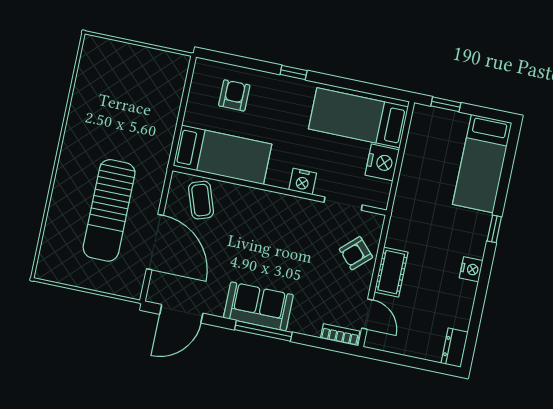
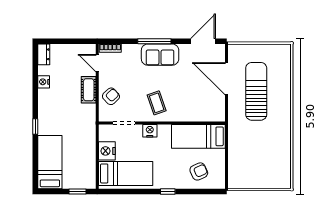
armchair: (234, 95) -> (199, 171), turned -114
coffee table: (201, 200) -> (157, 103), moved
nightstand: (471, 269) -> (44, 82), moved

